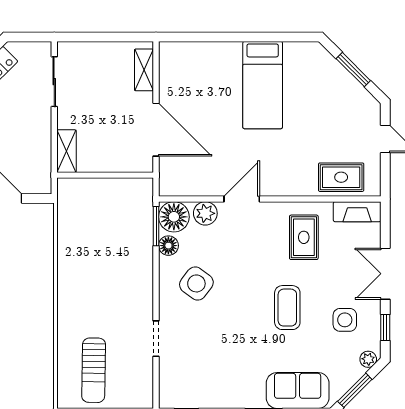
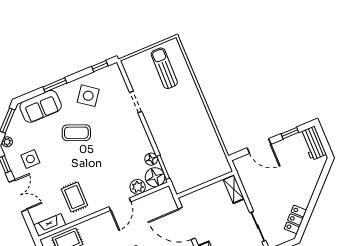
side table: (196, 283) -> (88, 96), moved
coffee table: (287, 308) -> (76, 133), moved, turned -68

